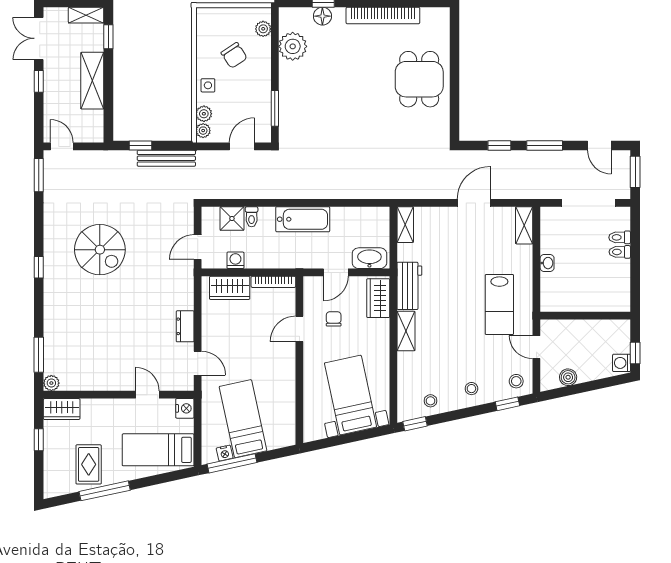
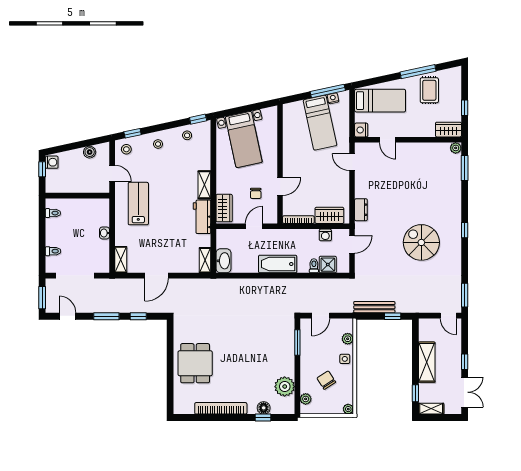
plant: (203, 131) -> (348, 409), moved
toilet: (620, 252) -> (53, 213), moved
washbasin: (369, 258) -> (223, 261), moved, turned -90
dresser: (185, 326) -> (361, 210), moved

